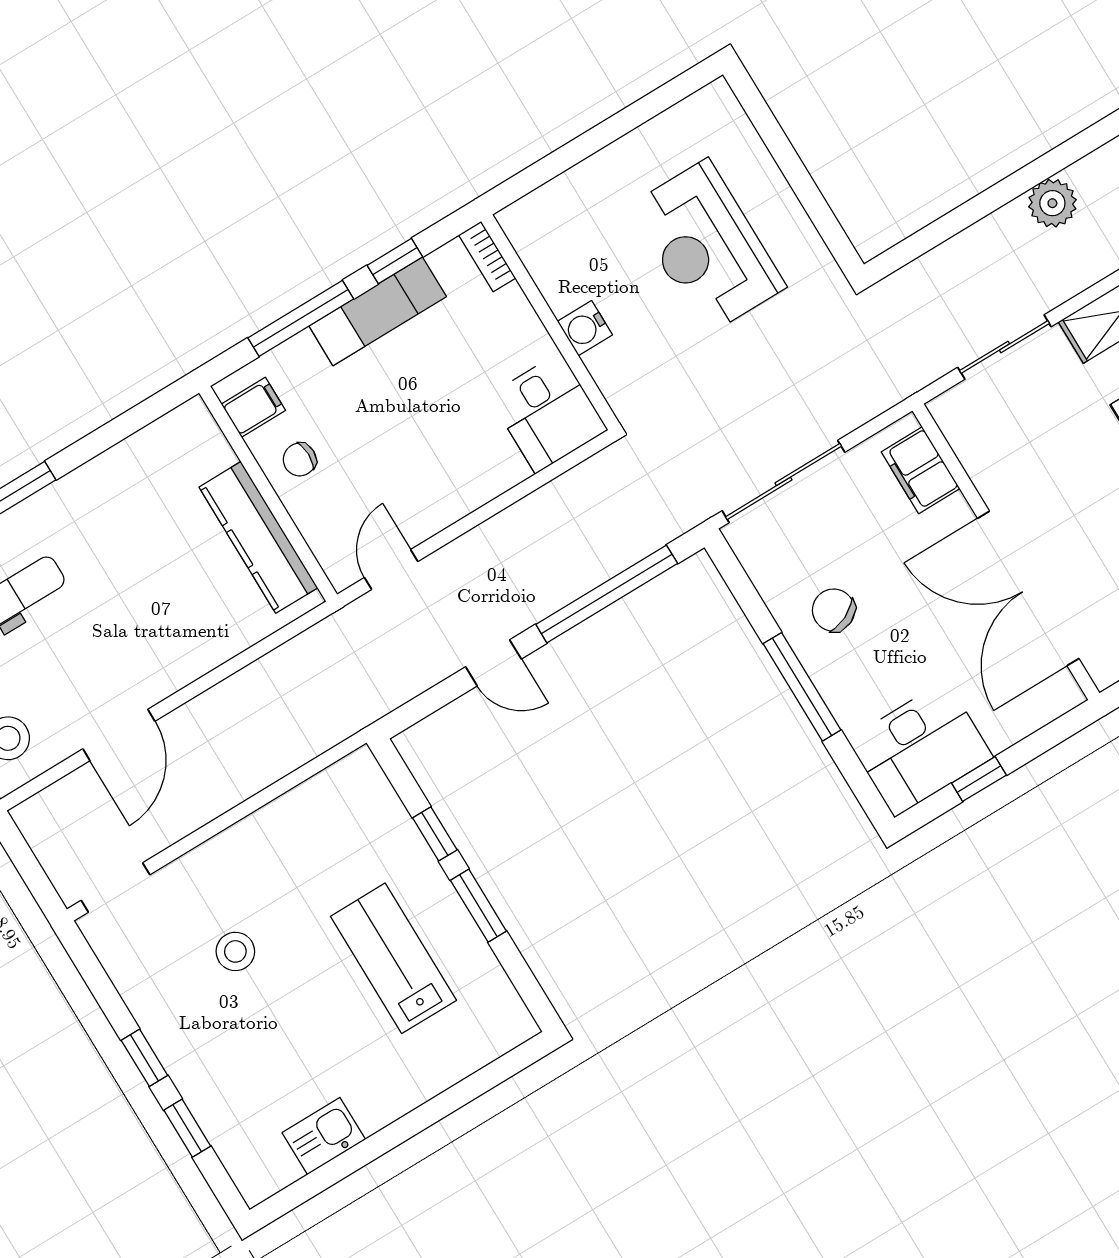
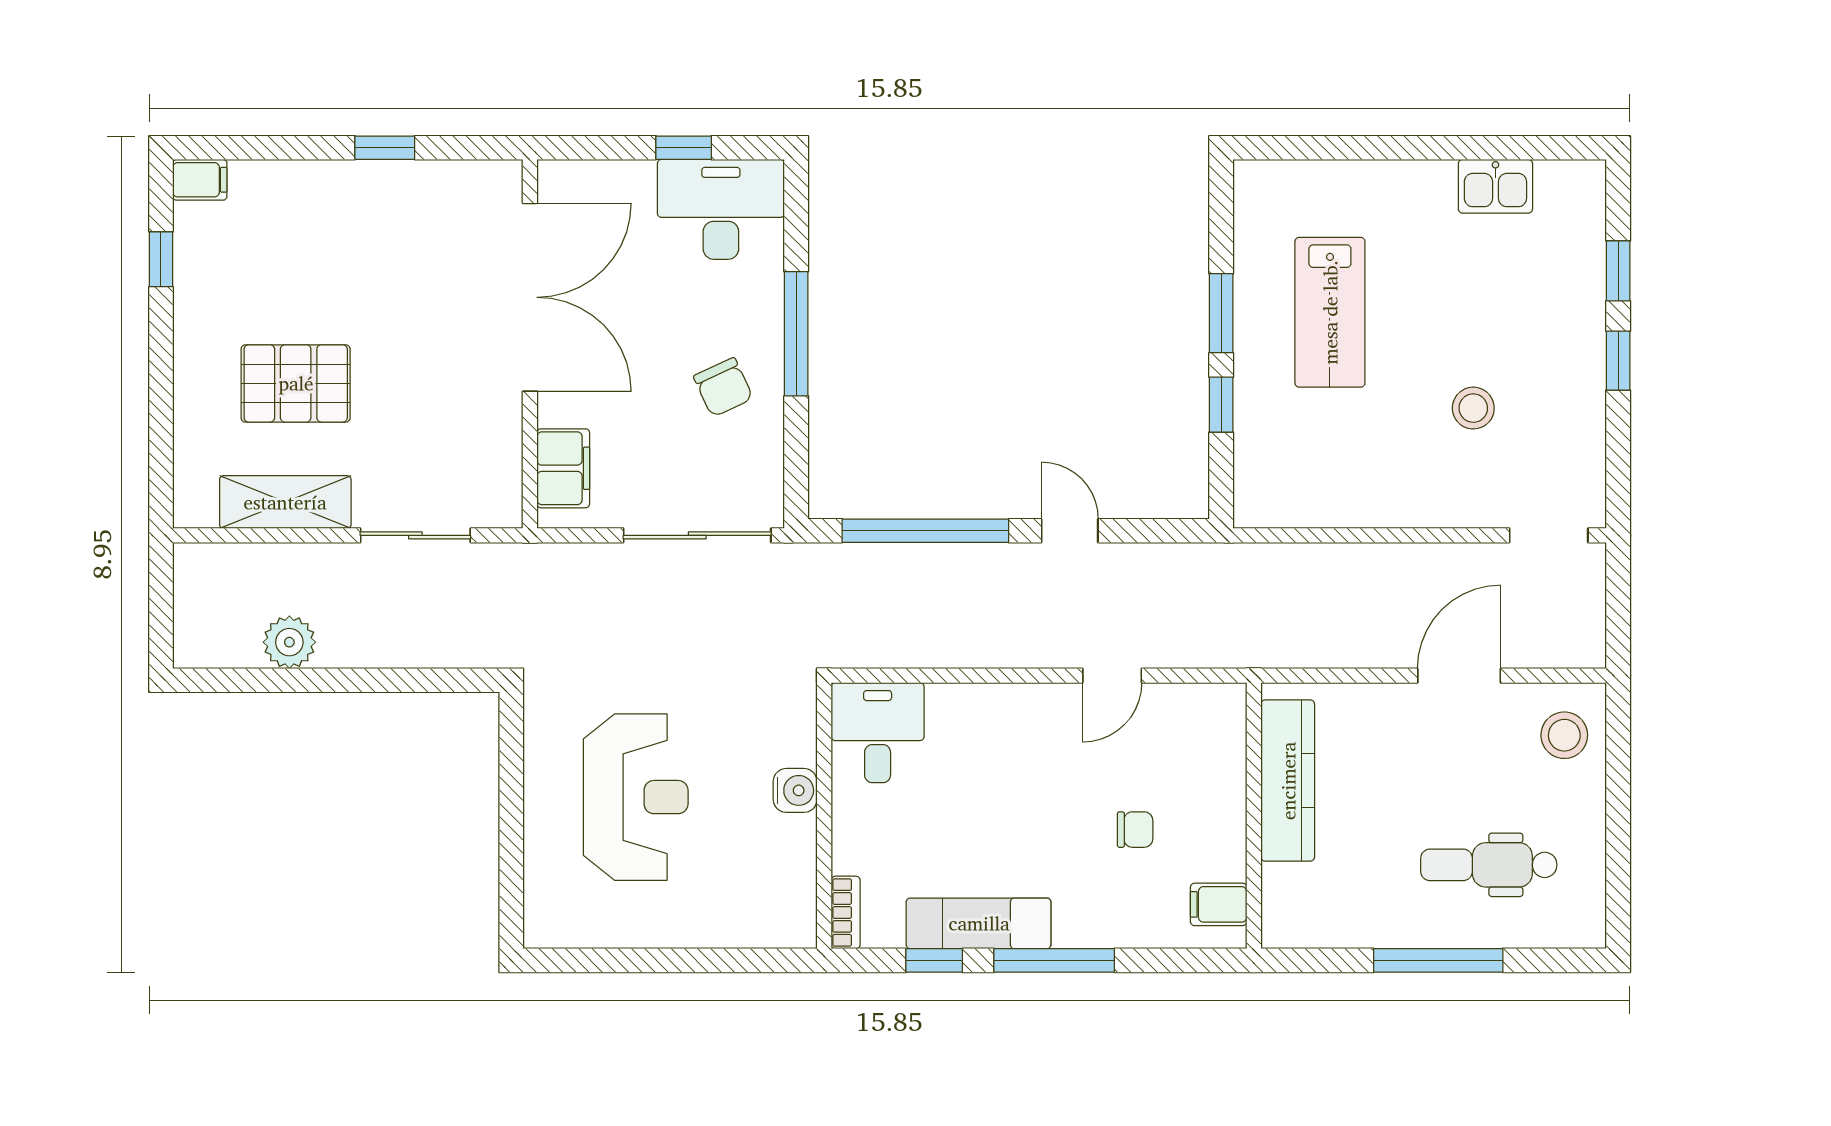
filing cabinet: (253, 407) -> (1219, 904), moved
wall: (268, 494) -> (1254, 816), moved
kitchen counter: (258, 537) -> (1288, 781), moved

